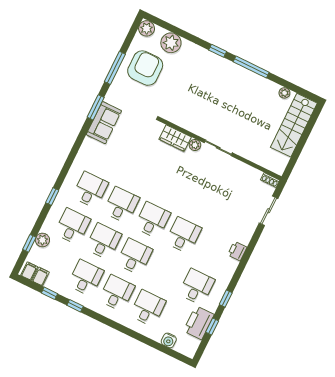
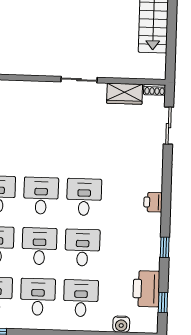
wardrobe: (175, 138) -> (125, 94), moved
plant: (195, 145) -> (51, 88), removed
printer: (237, 251) -> (153, 202), moved
desk: (197, 287) -> (82, 248), moved
window: (212, 327) -> (163, 303), moved

